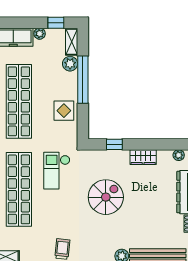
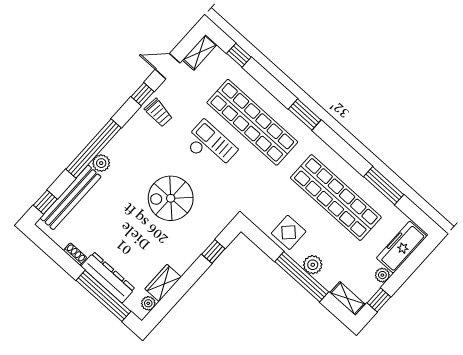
plant: (70, 64) -> (313, 265), moved
wardrobe: (143, 157) -> (163, 283), moved
checkout: (57, 171) -> (210, 146), moved
spiral stairs: (106, 197) -> (171, 198), turned 90

